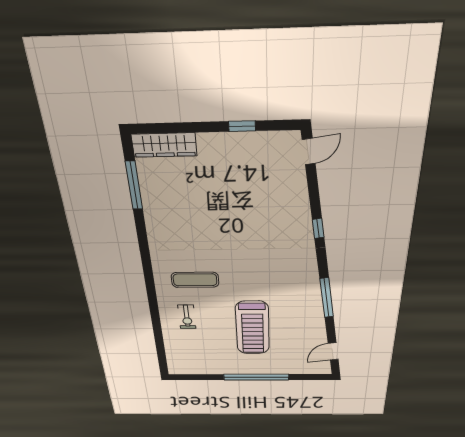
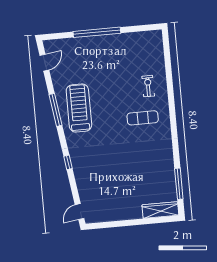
window: (242, 126) -> (118, 224), removed
treadmill: (253, 328) -> (79, 108), moved

